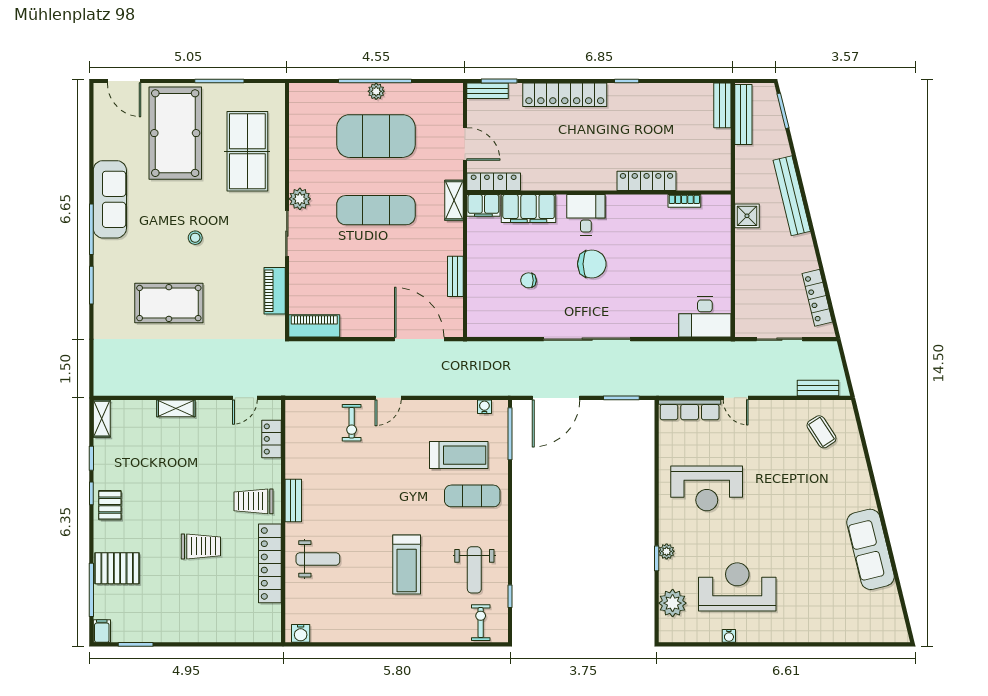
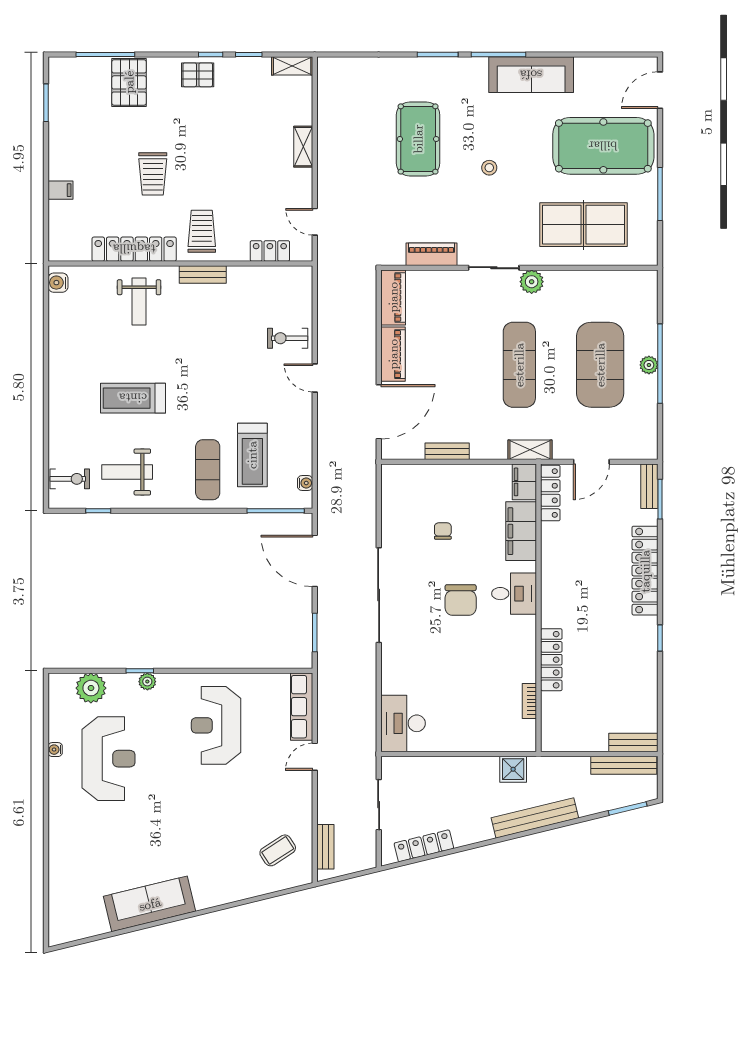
piano: (366, 326) -> (393, 354), added
filing cabinet: (102, 631) -> (60, 190), moved

